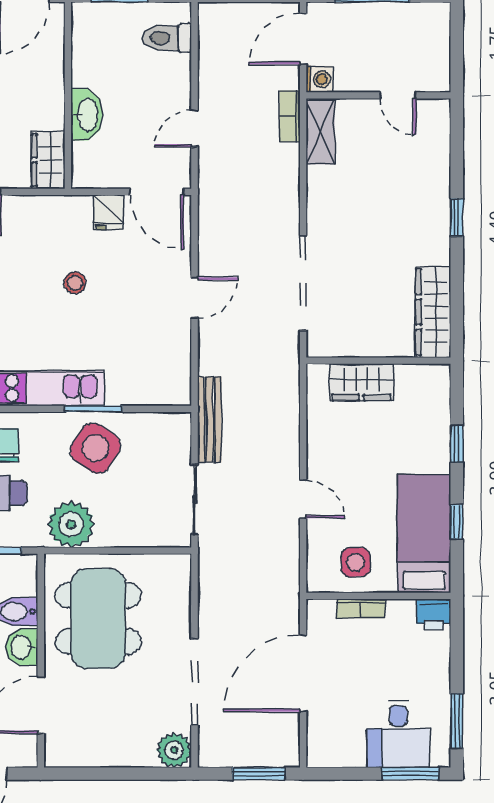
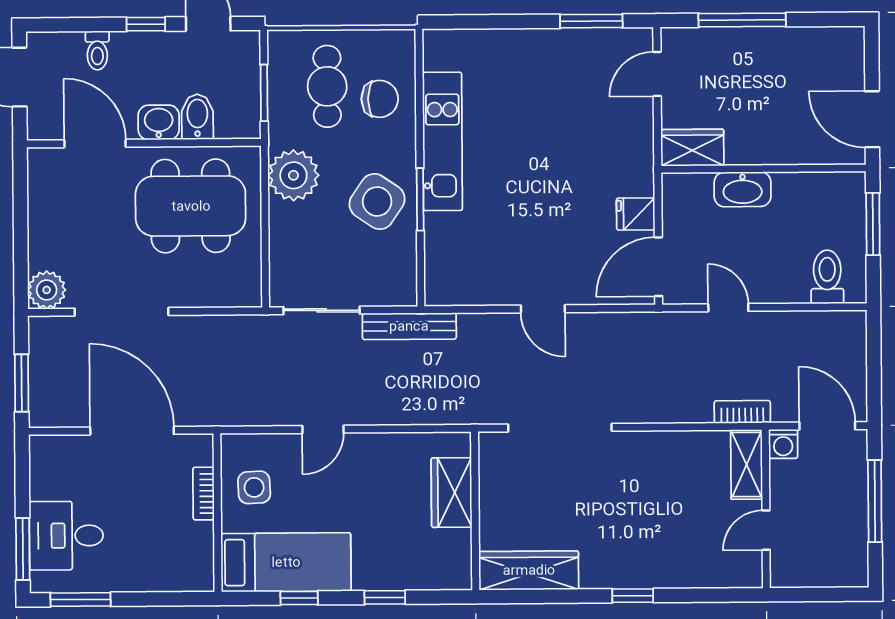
shelving: (320, 133) -> (747, 464), moved, turned 90
stool: (75, 283) -> (558, 178), removed
printer: (434, 614) -> (198, 573), removed

